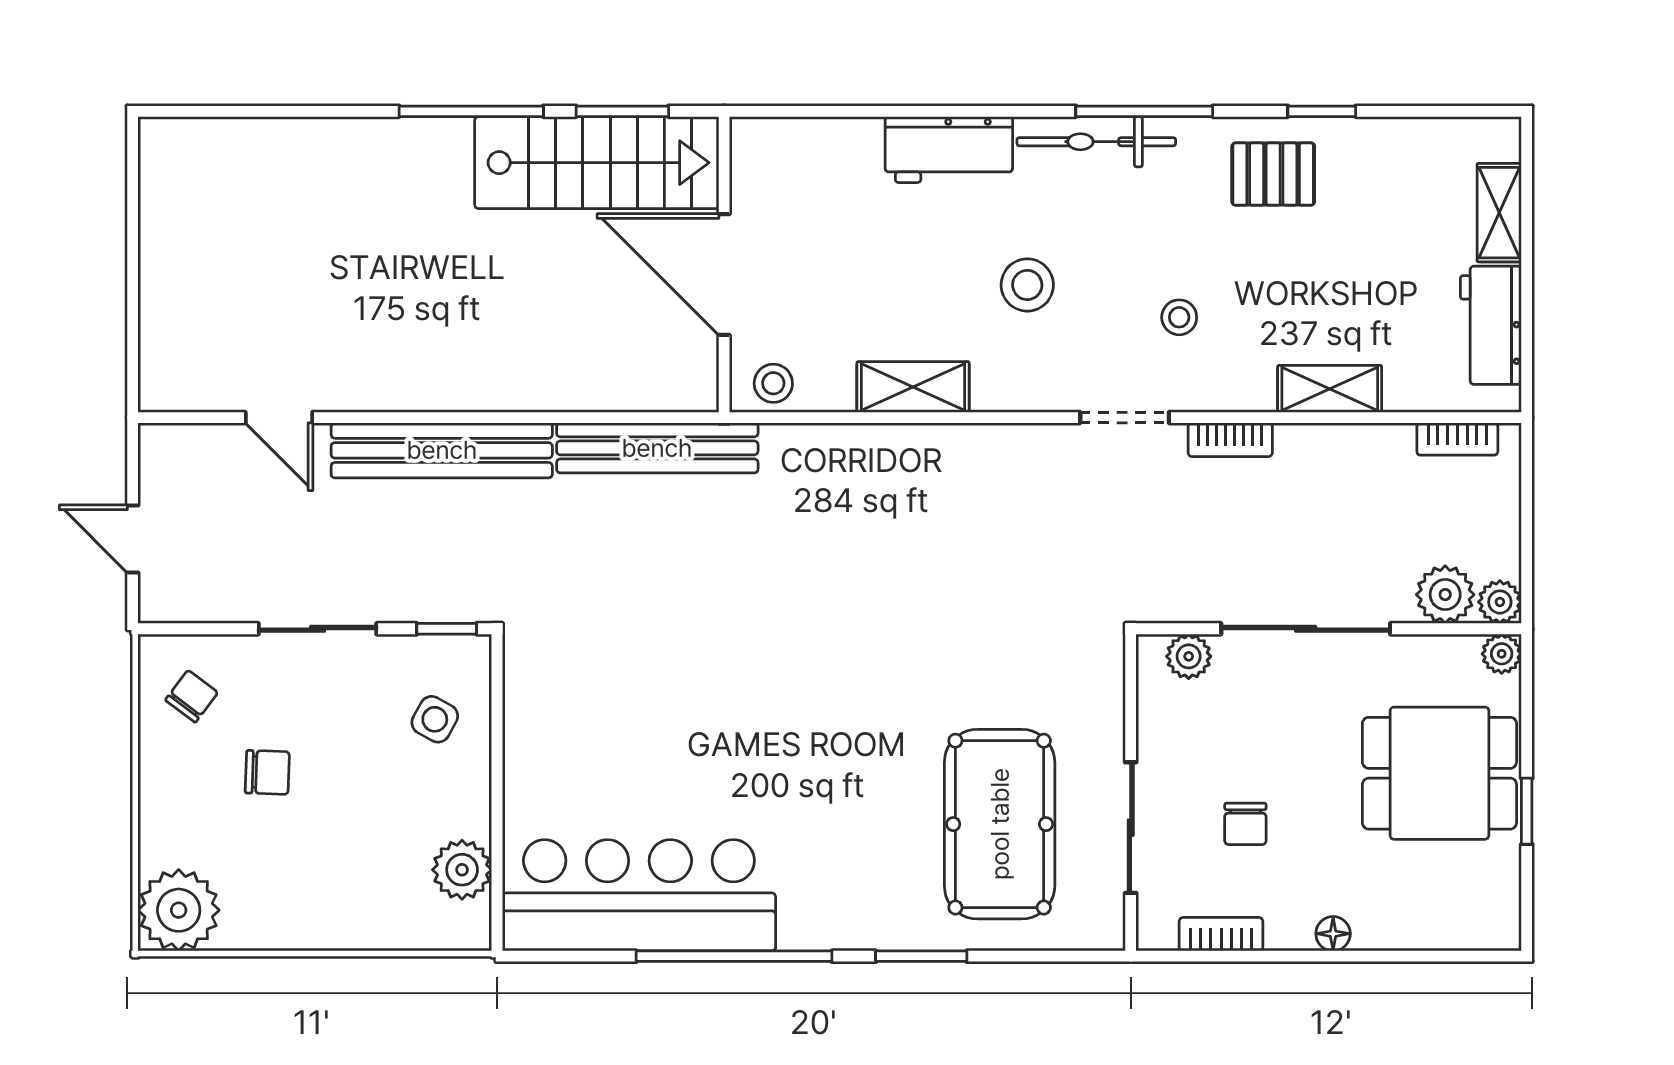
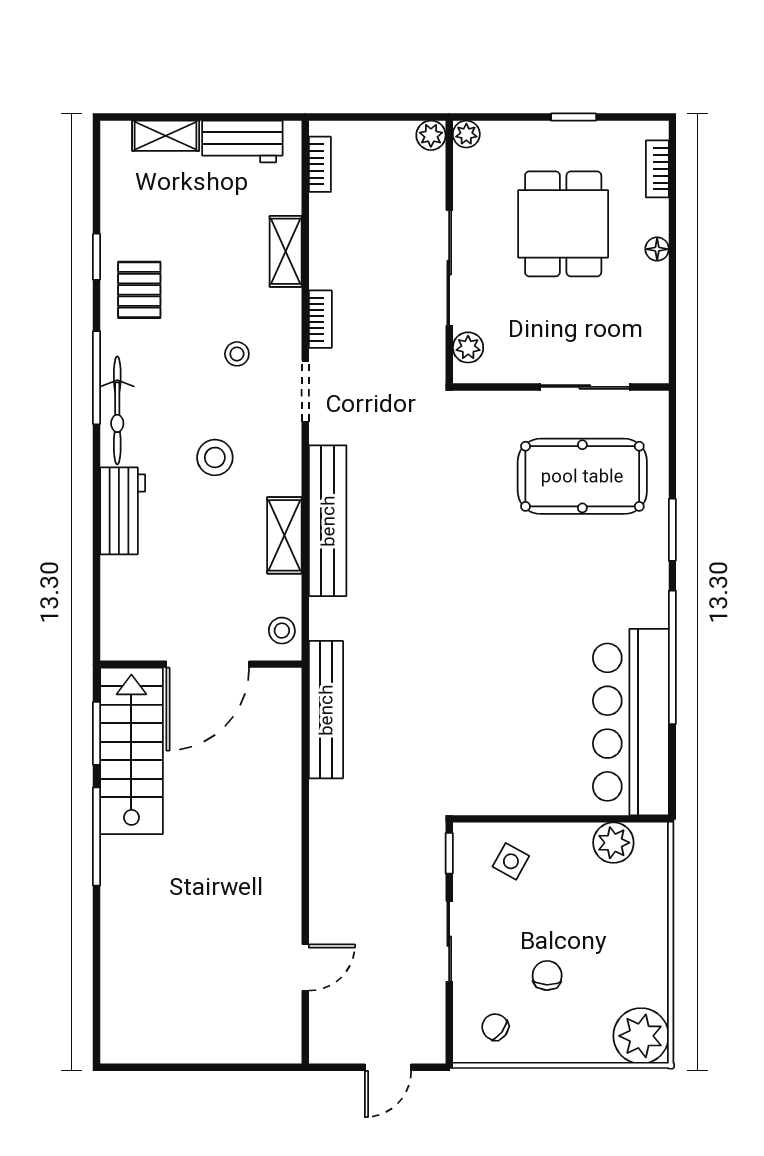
bench: (442, 450) -> (328, 521), moved
plant: (1445, 595) -> (426, 173), removed
dining table: (1439, 773) -> (563, 224), moved
chair: (1245, 824) -> (582, 309), removed
bookcase: (1221, 934) -> (657, 169), moved

